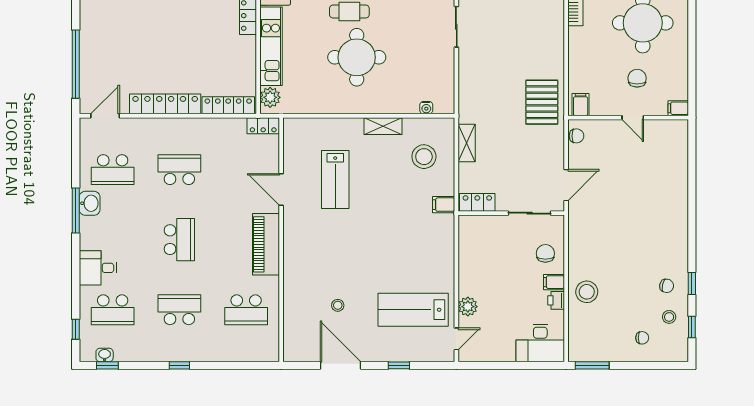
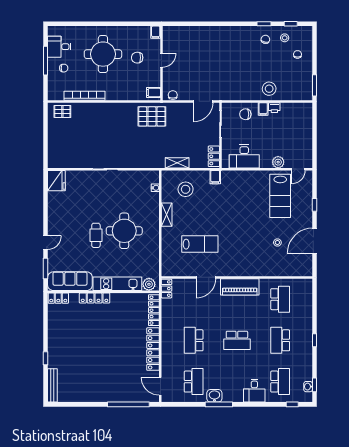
door: (566, 185) -> (203, 101), swing flipped
school desk: (179, 240) -> (237, 340), turned 180
door: (456, 339) -> (298, 169), swing flipped
desk: (540, 343) -> (244, 156), moved, turned 90

